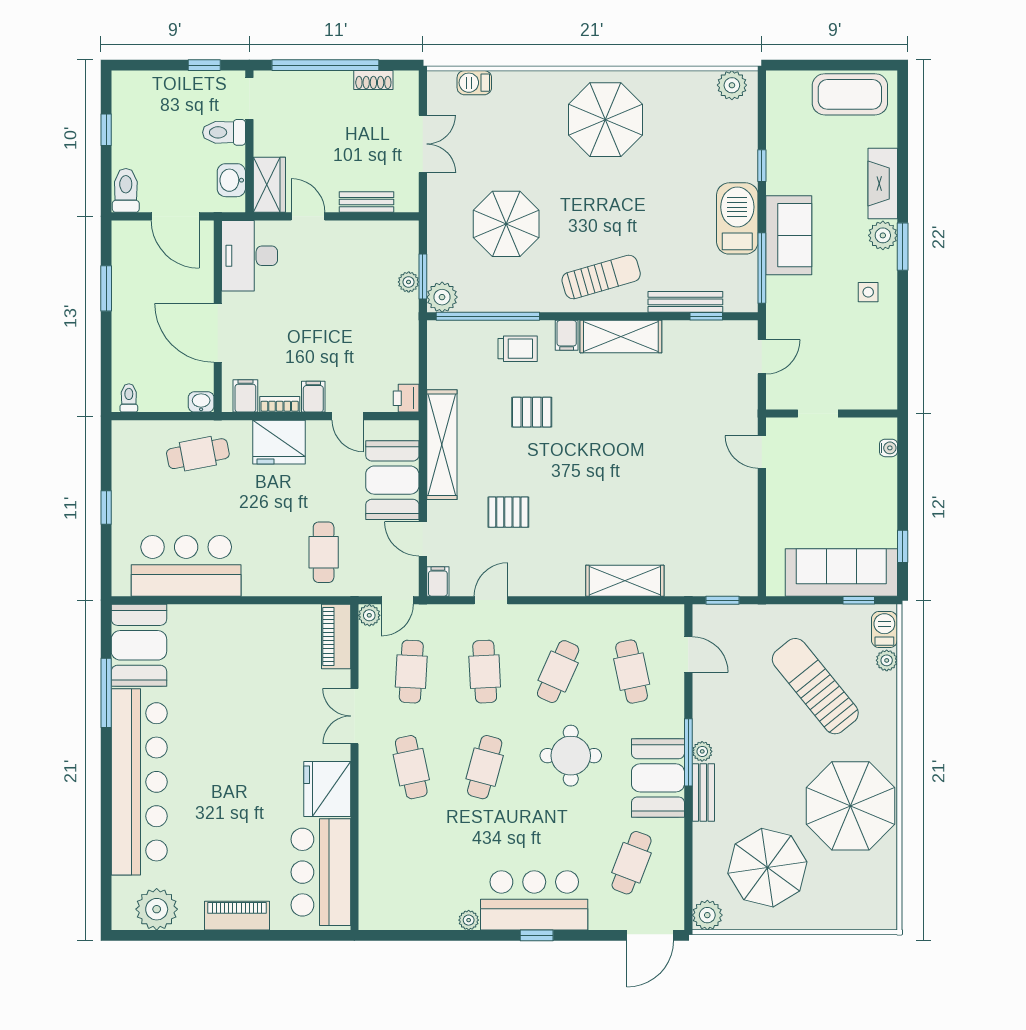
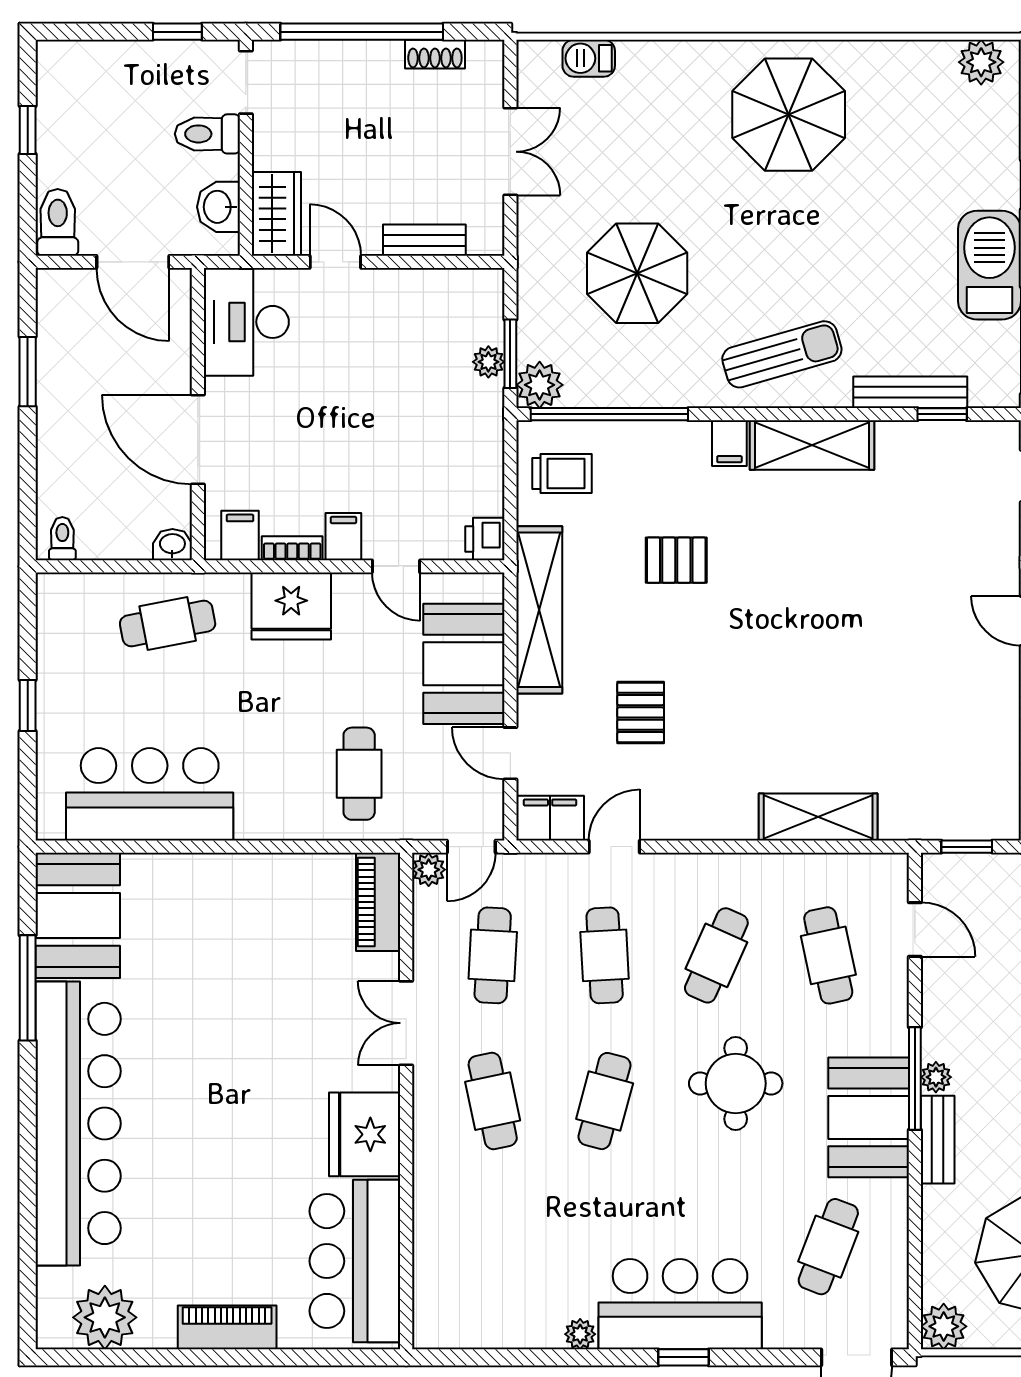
trolley: (518, 349) -> (562, 473), moved
pallet: (508, 512) -> (641, 712), turned 90
filing cabinet: (438, 581) -> (550, 818), width x2.00

